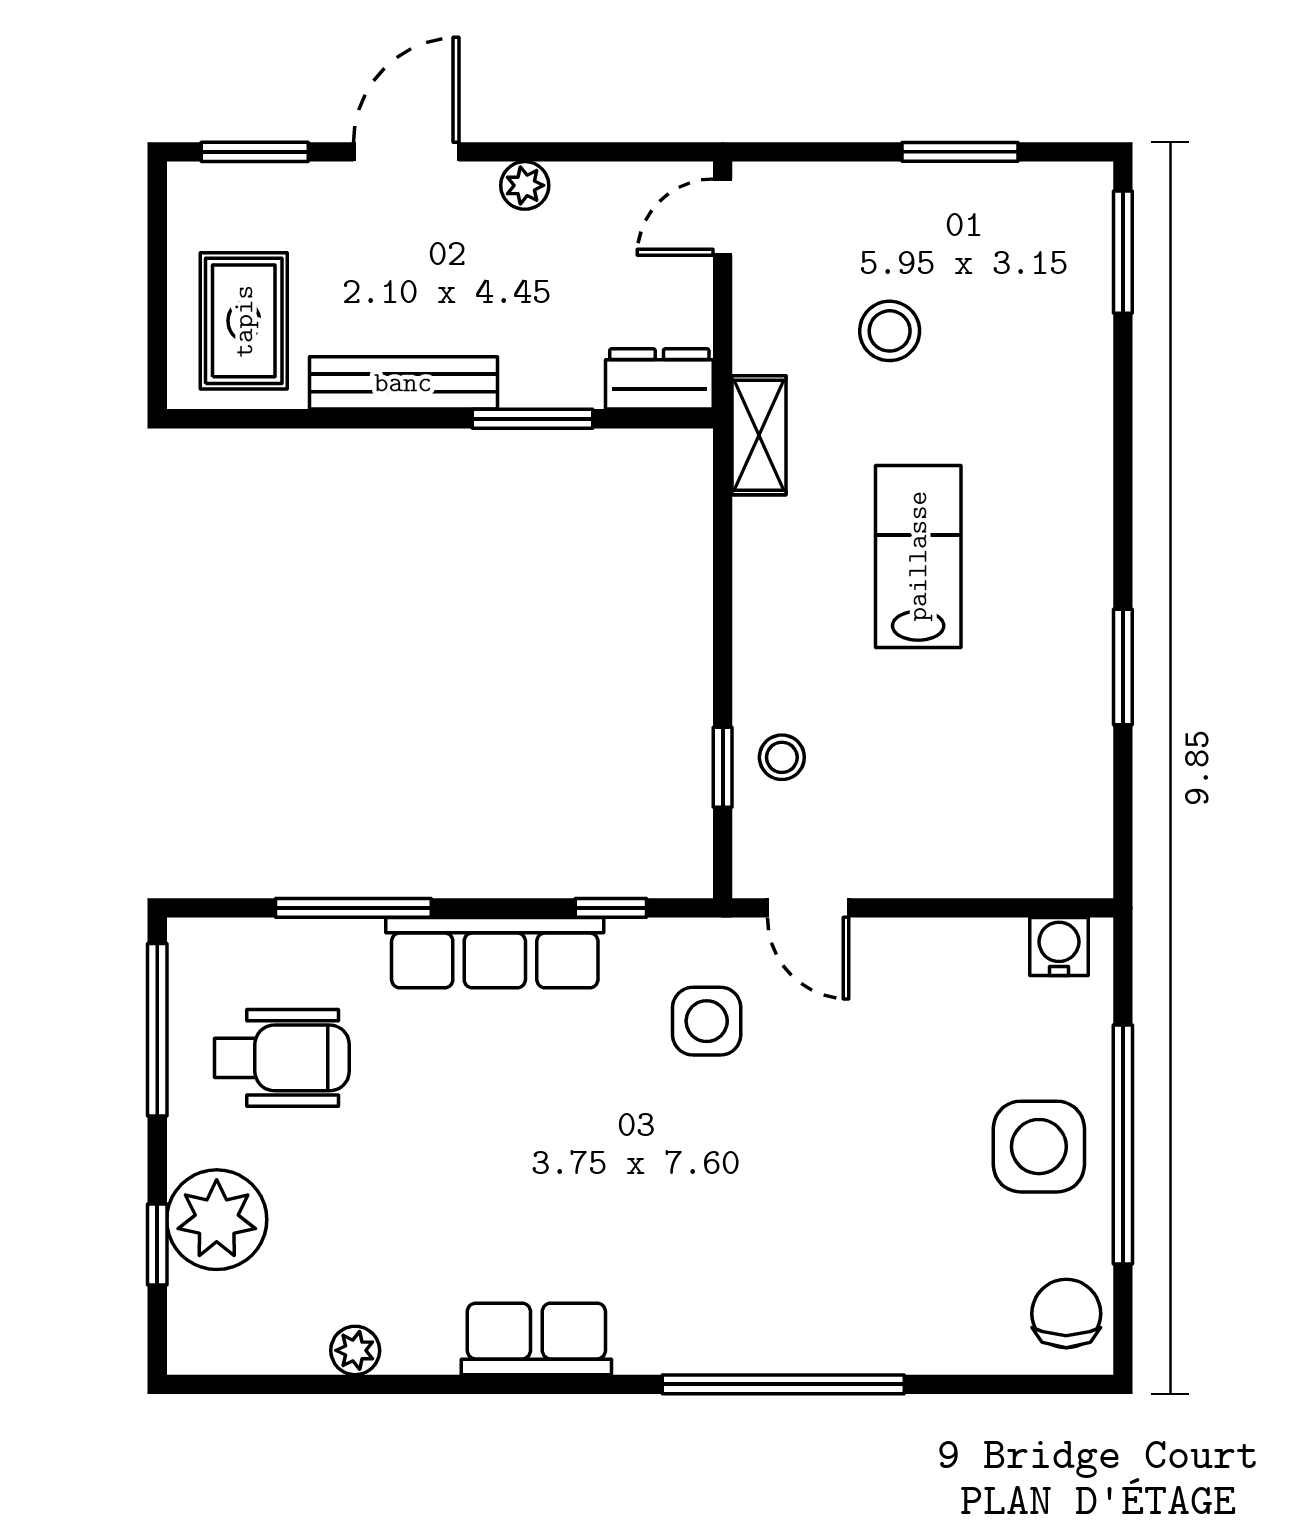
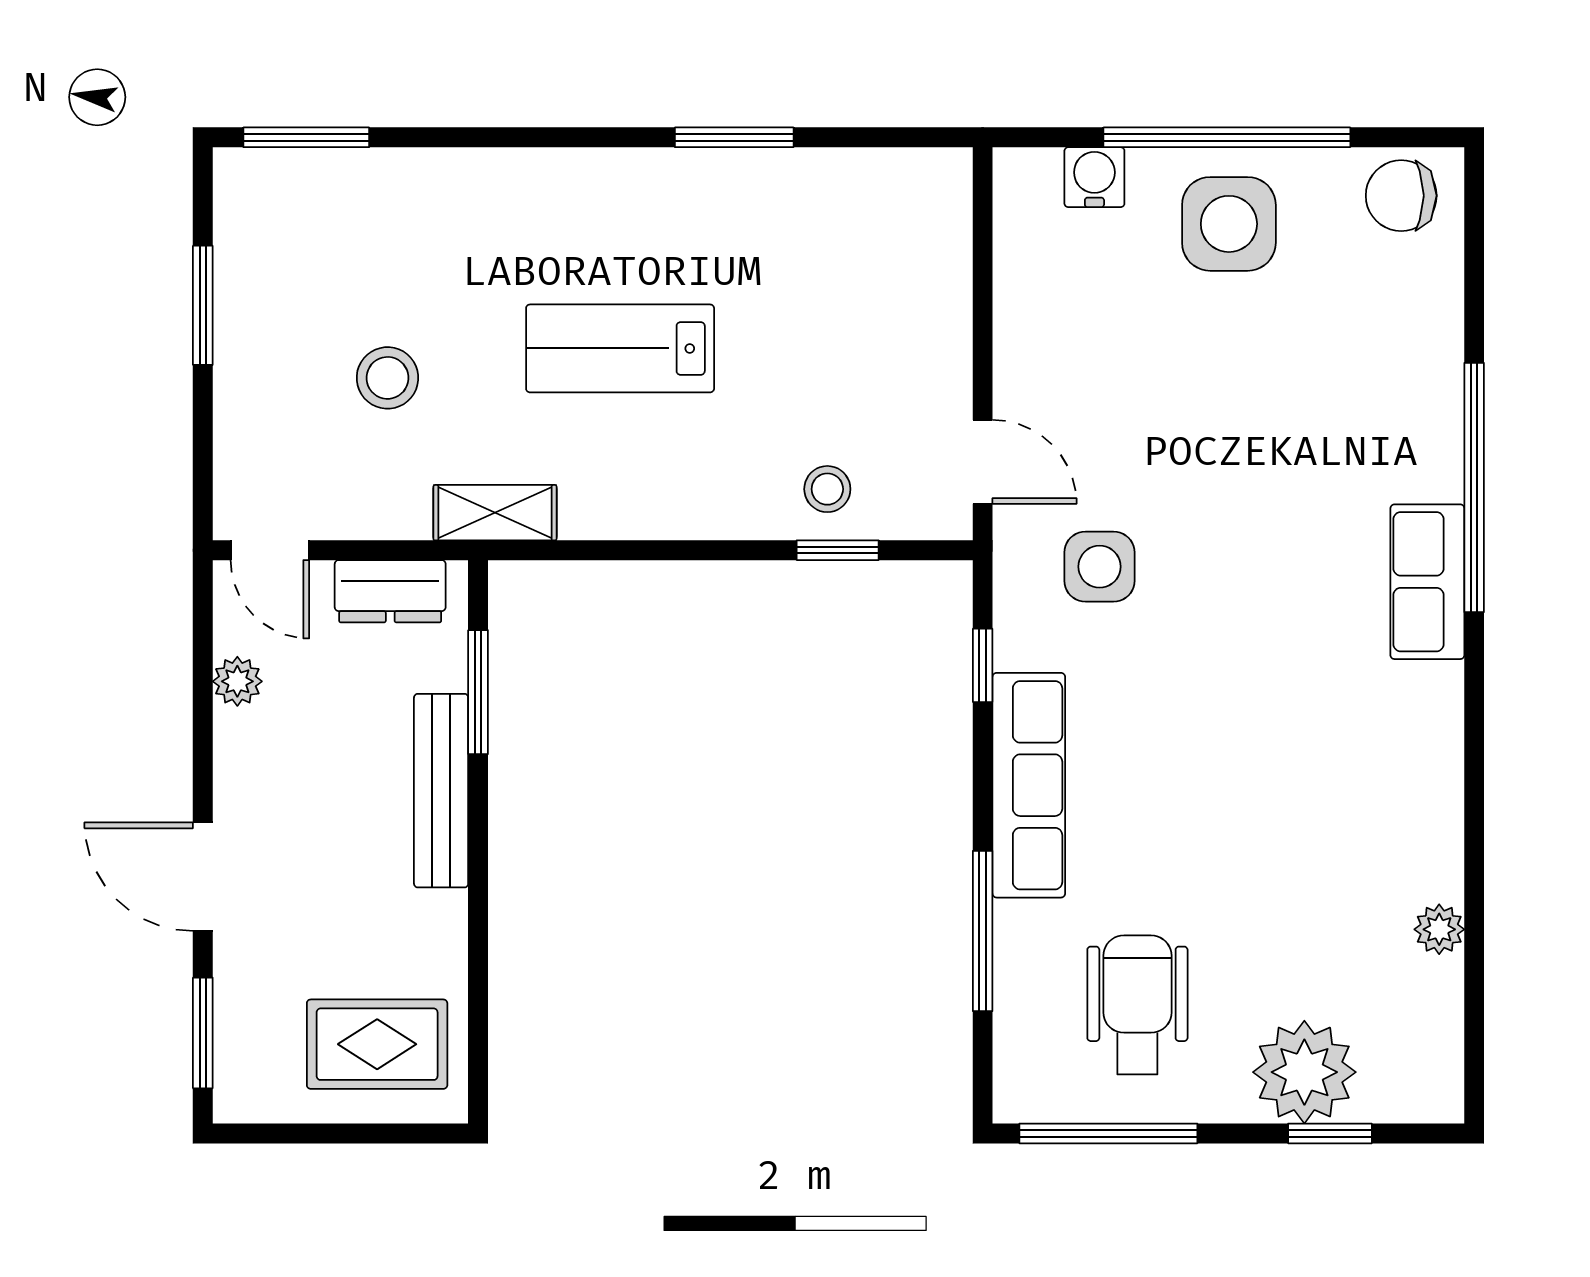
plant: (525, 185) -> (237, 681), moved
dresser: (659, 379) -> (390, 591), moved, turned -90
bench: (403, 383) -> (441, 791), moved
window: (532, 419) -> (478, 692), moved
door: (808, 908) -> (983, 462), hinge flipped
water cooler: (1059, 947) -> (1094, 177), moved, turned 90
row of seats: (536, 1339) -> (1427, 582), moved

